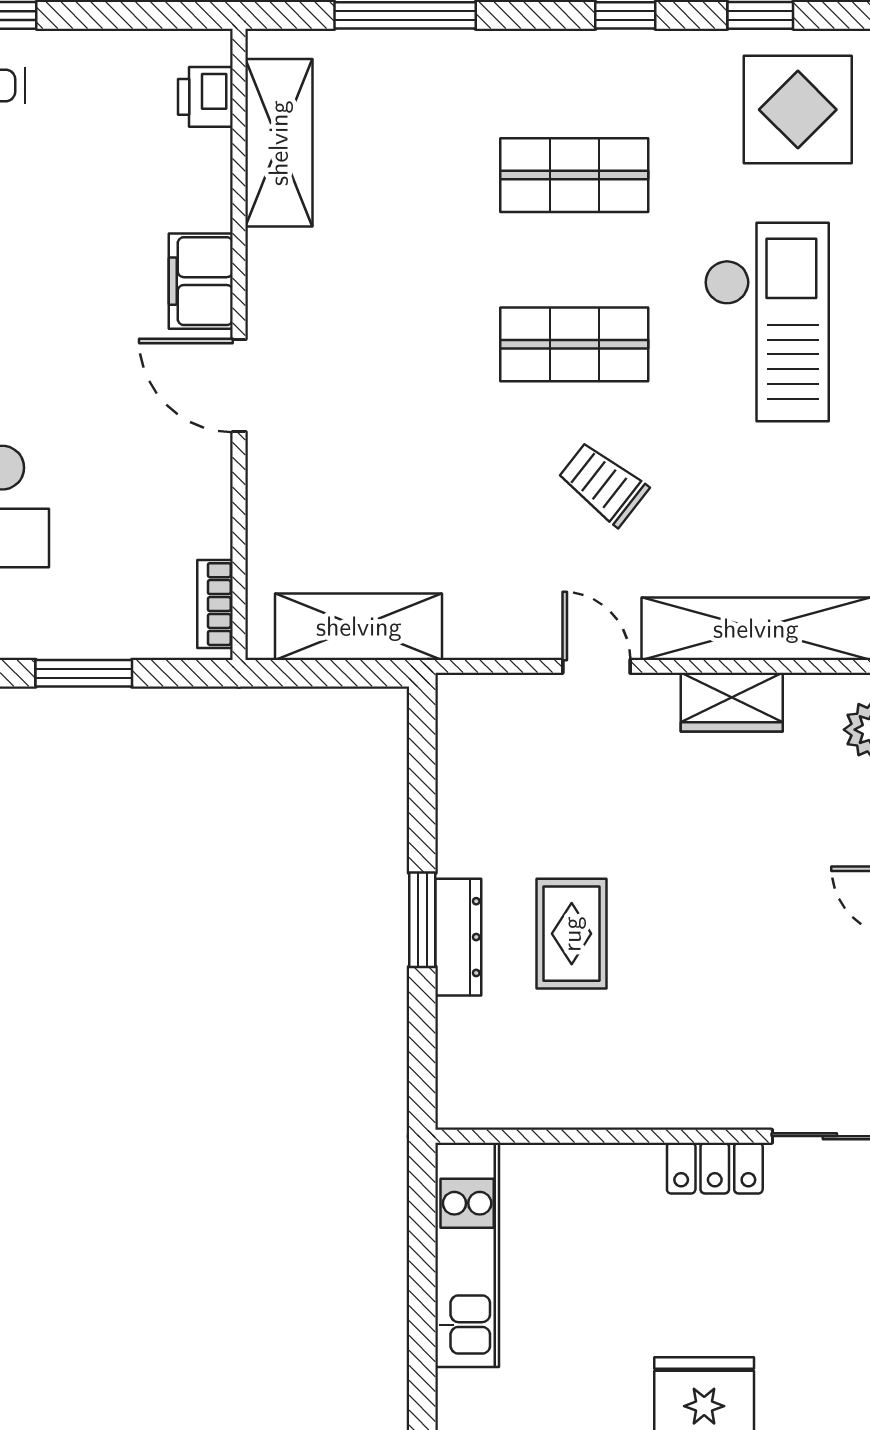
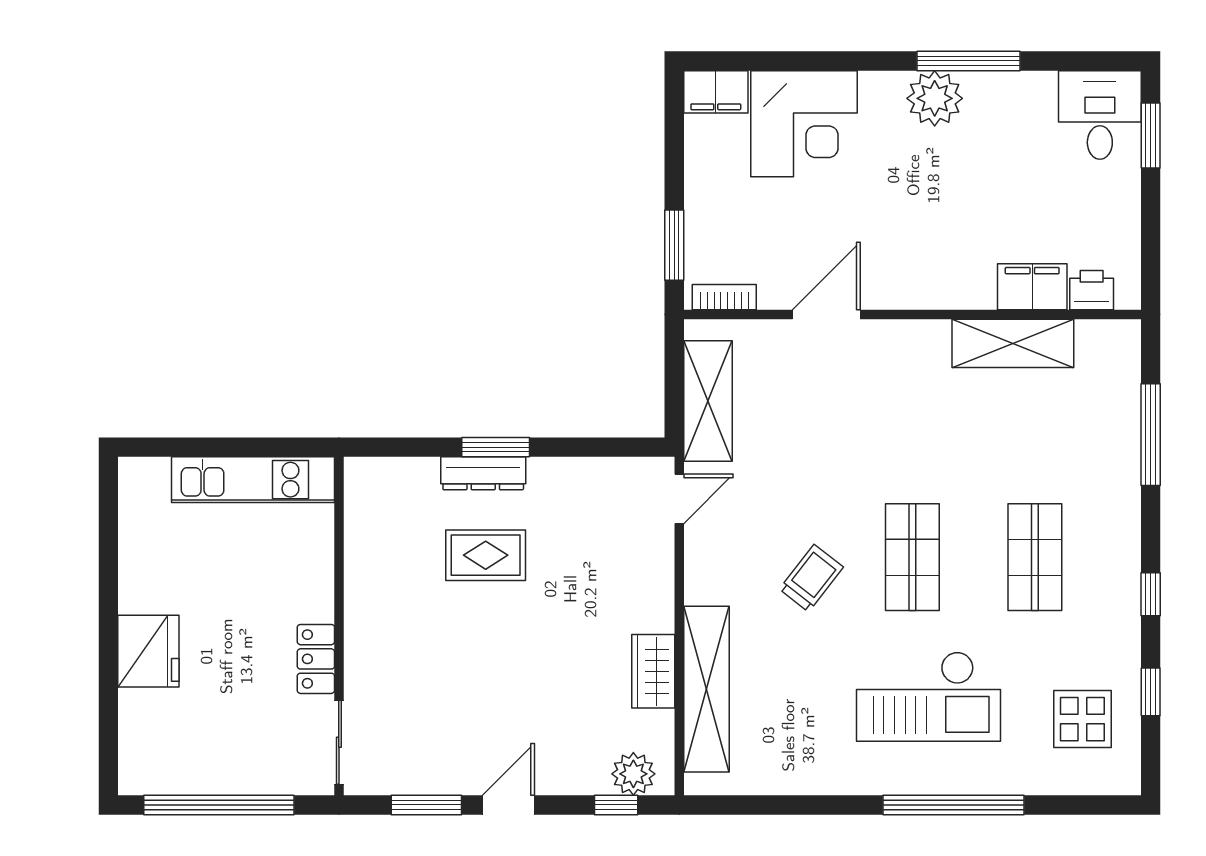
display table: (798, 110) -> (1082, 719), width x0.73, depth x0.73
shelving: (279, 143) -> (1013, 343), moved
filing cabinet: (201, 281) -> (1032, 287), moved
door: (239, 386) -> (826, 314), moved
door: (596, 666) -> (679, 499), moved
window: (84, 673) -> (674, 245), moved

